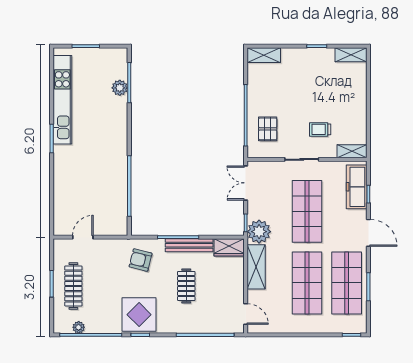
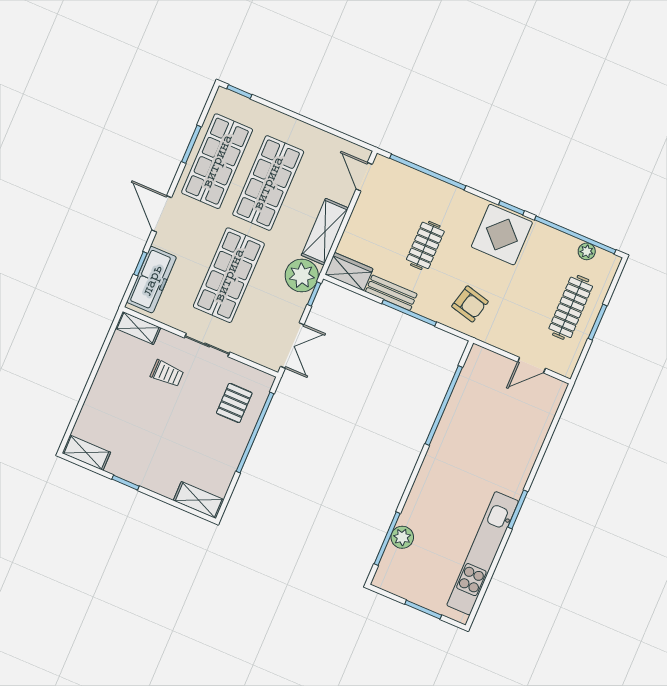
bench: (189, 245) -> (391, 293), width x0.73

